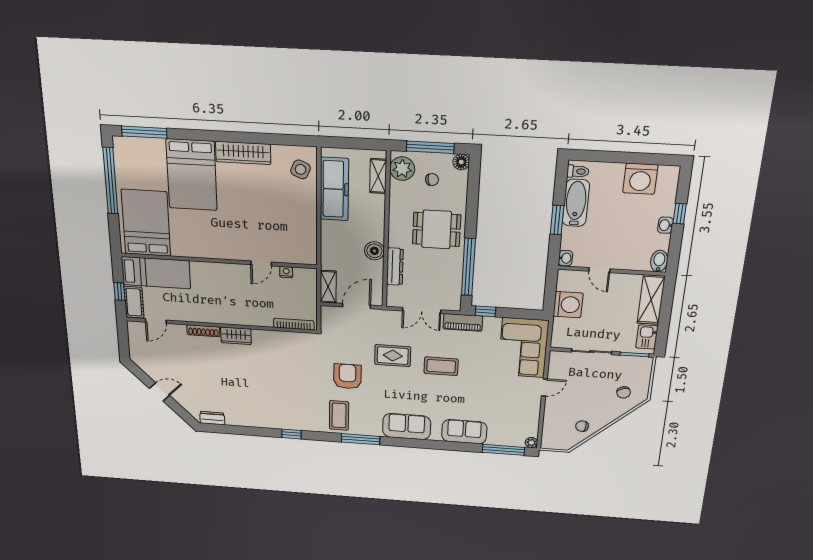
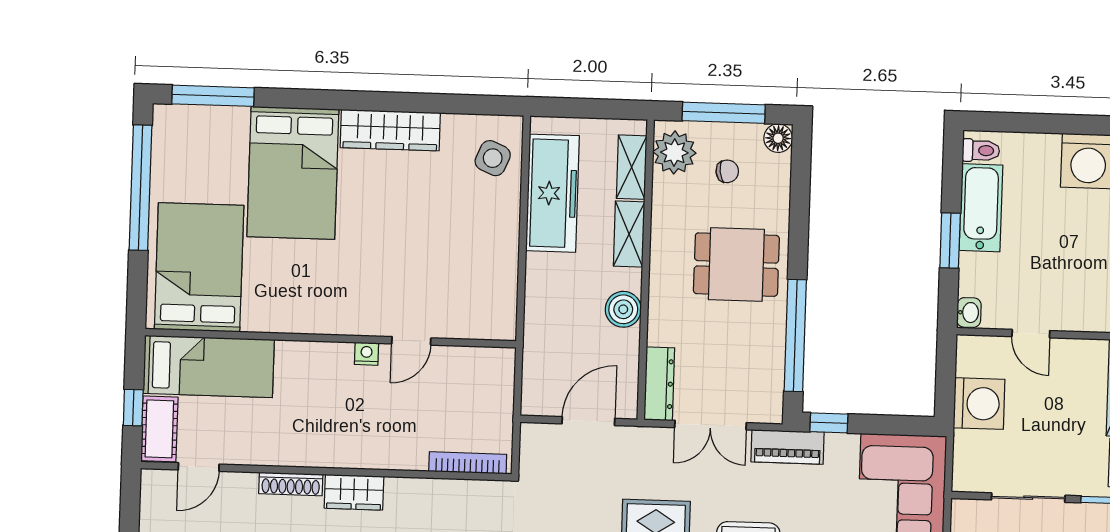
dresser: (395, 267) -> (659, 384), moved
nightstand: (286, 272) -> (367, 354), moved
shelving: (328, 287) -> (629, 234), moved

